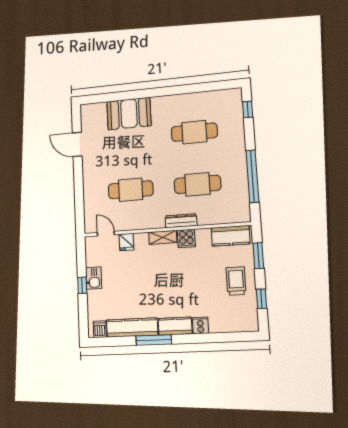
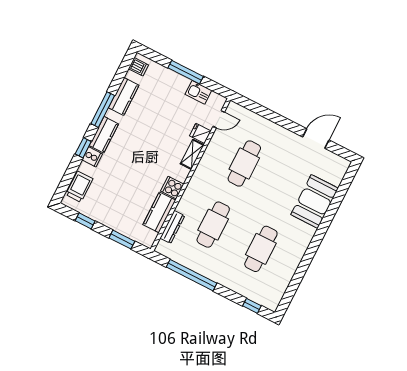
dresser: (181, 221) -> (172, 227), moved
kitchen counter: (231, 236) -> (159, 212), moved
shelving: (163, 237) -> (192, 154), moved
kitchen sink: (94, 278) -> (198, 92), moved
trolley: (236, 281) -> (79, 187), moved, turned -90
window: (82, 285) -> (186, 72), width x2.17
kitchen counter: (132, 328) -> (124, 96), width x0.67
window: (197, 338) -> (83, 148), added

